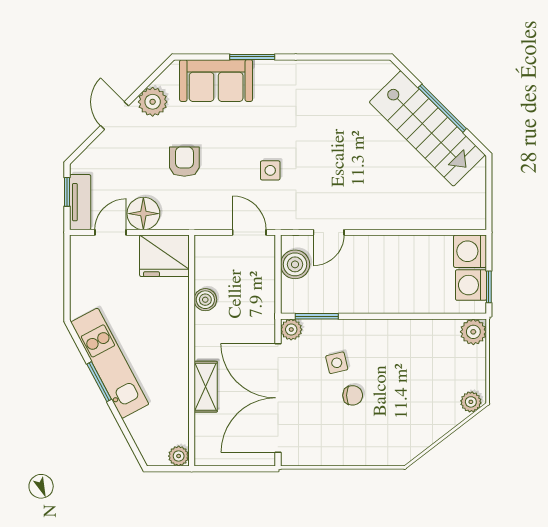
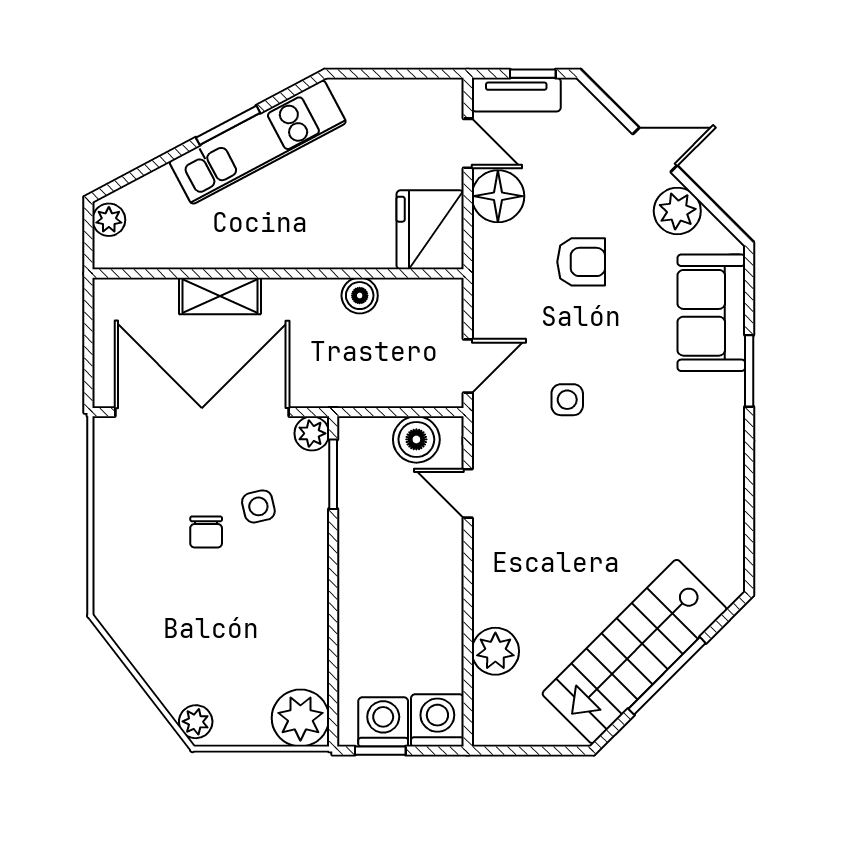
plant: (427, 215) -> (495, 651), added
plant: (473, 332) -> (300, 718), width x1.36, depth x1.36
plant: (179, 456) -> (109, 220), moved

